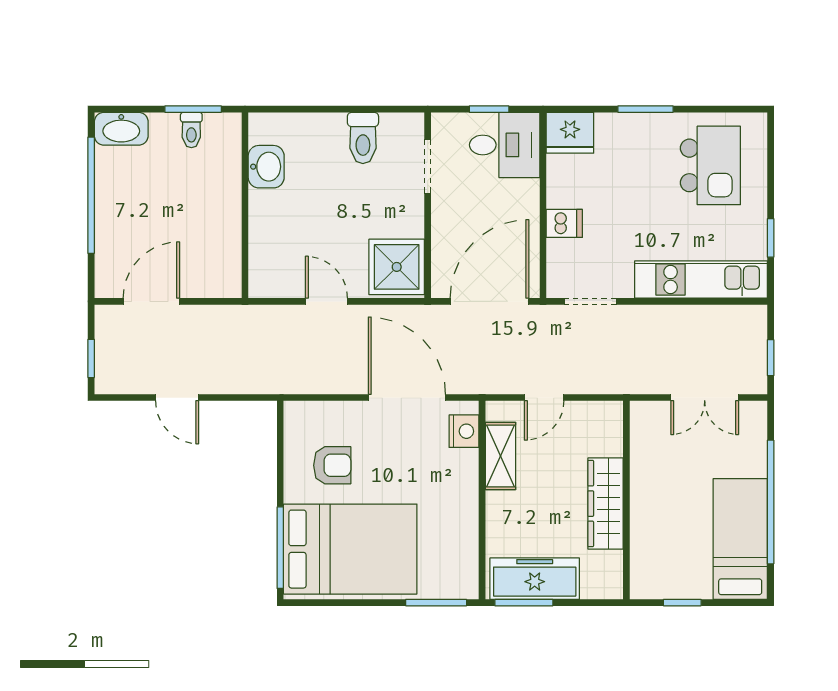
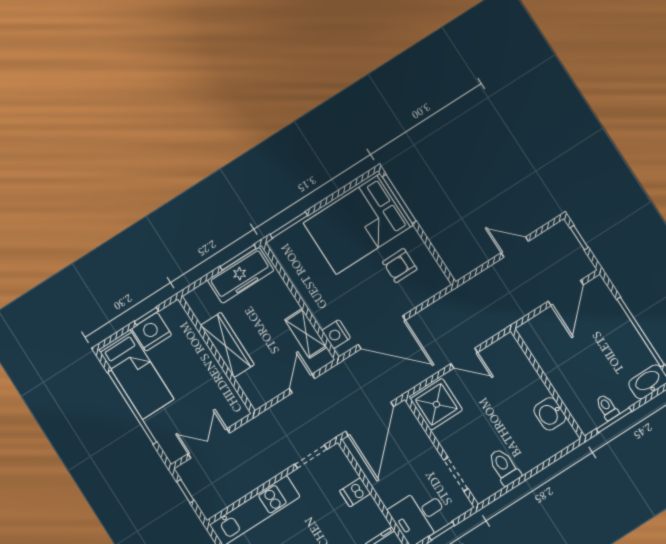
nightstand: (688, 579) -> (152, 332), added

